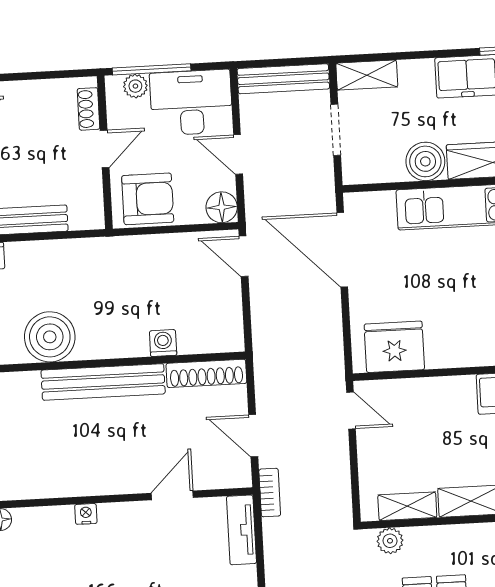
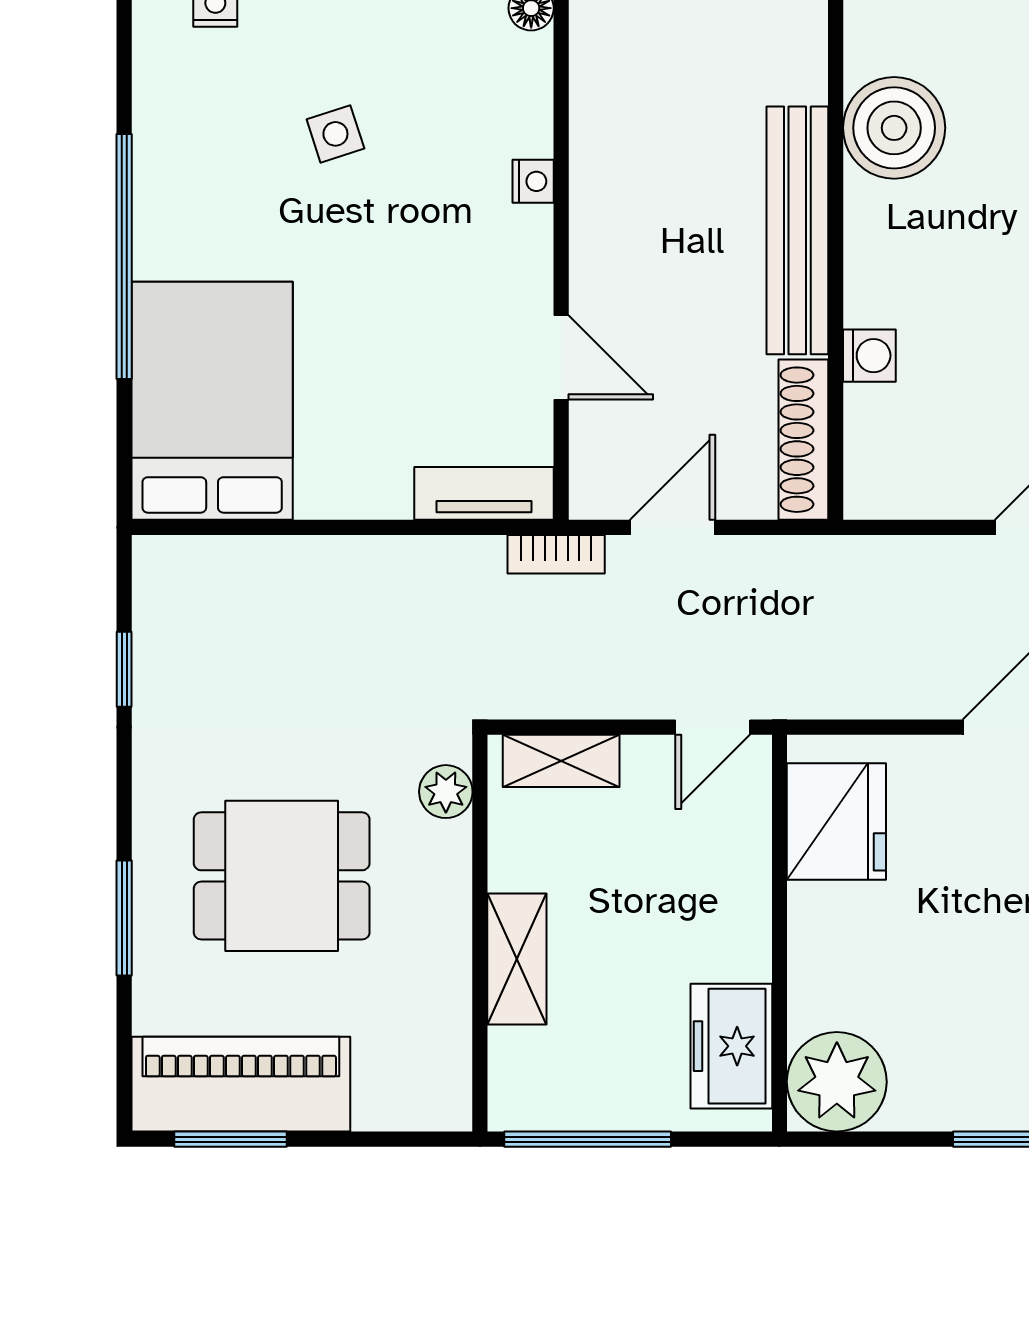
shelving: (407, 506) -> (561, 761), moved, turned 90

